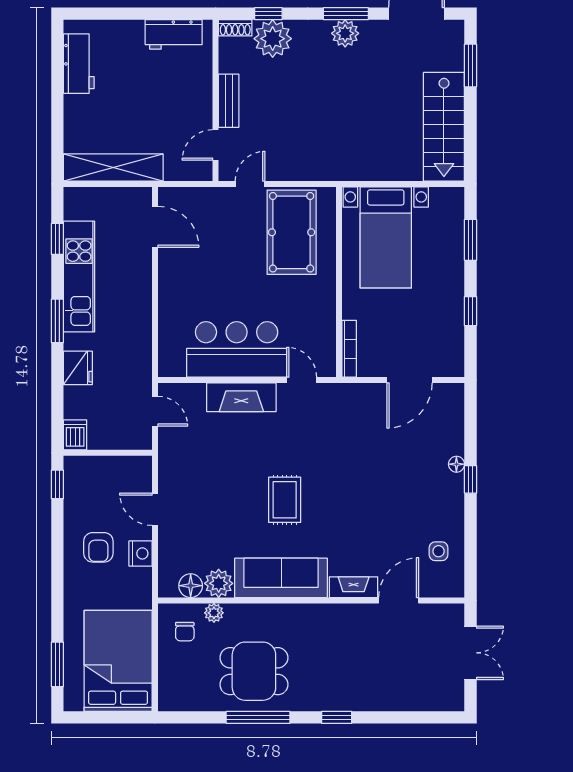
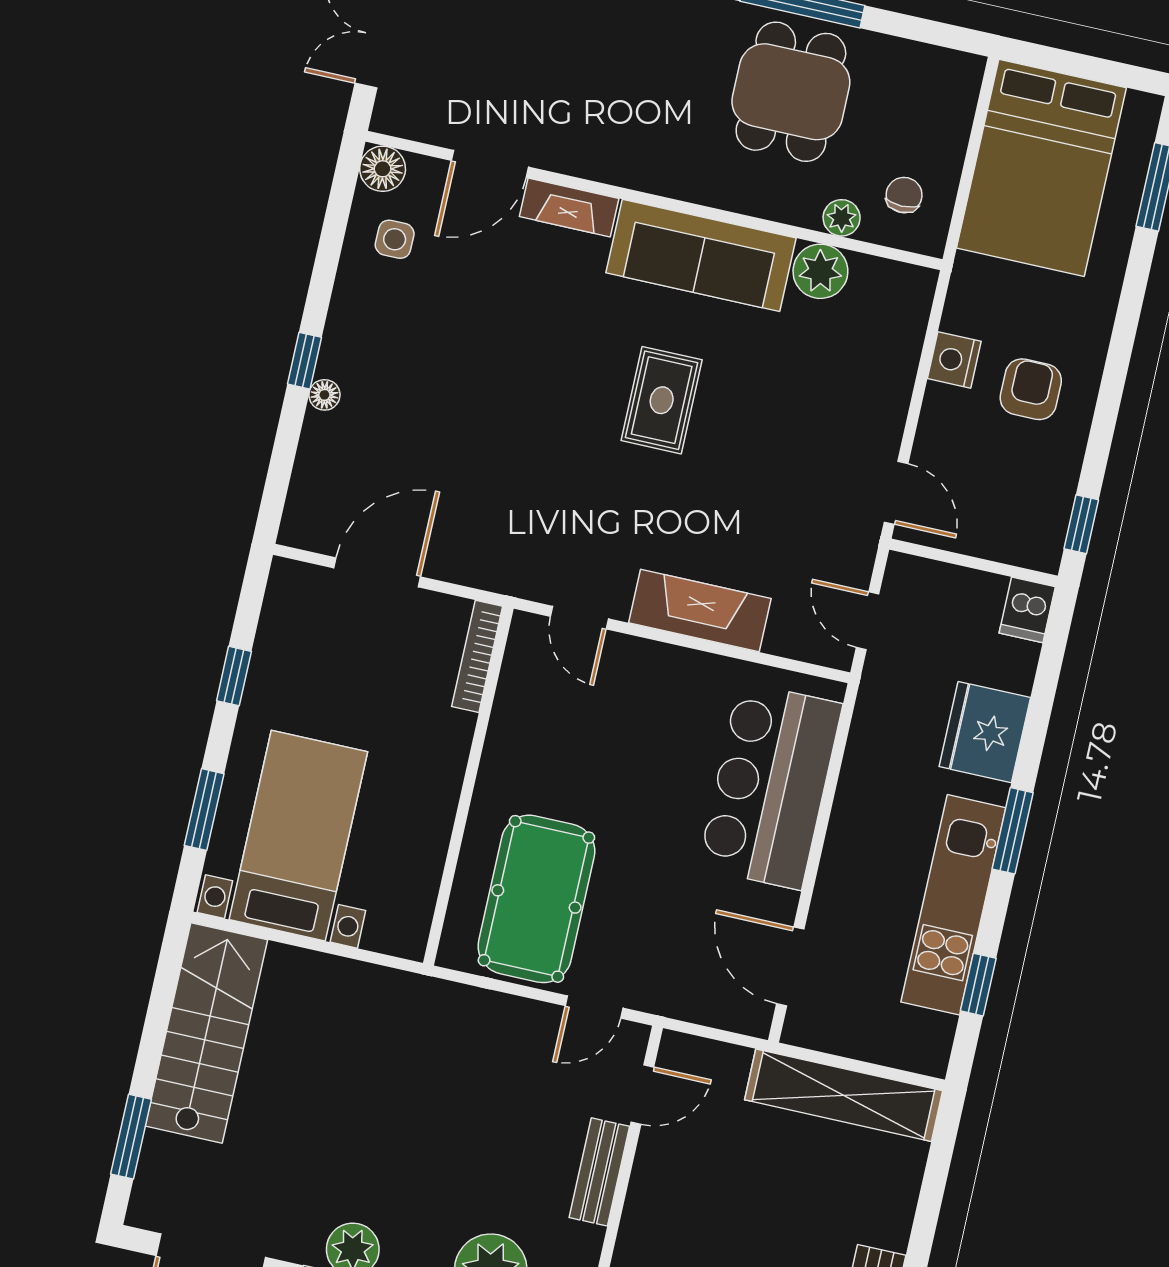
bed with nightstands: (386, 237) -> (298, 836), moved
bar counter: (237, 349) -> (770, 786), moved, turned 90
fridge: (78, 368) -> (985, 732), width x1.36, depth x1.34
door: (155, 509) -> (896, 493), moved
floor lamp: (191, 586) -> (383, 169), moved
dining table: (254, 671) -> (791, 92), turned 90

